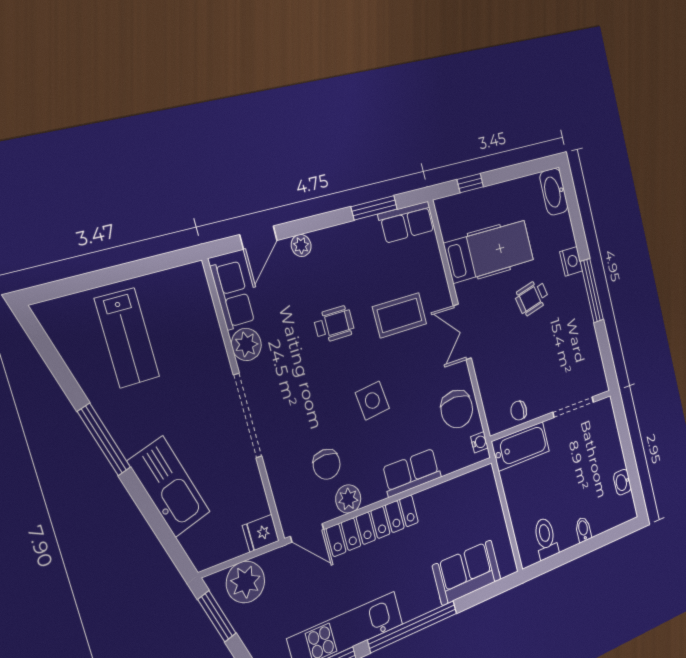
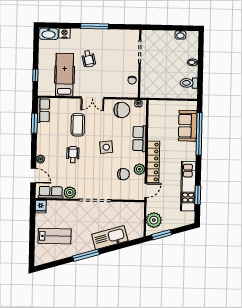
nightstand: (571, 261) -> (64, 33), moved
bathtub: (521, 446) -> (147, 84), removed
fridge: (261, 533) -> (41, 207), moved
window: (413, 626) -> (199, 134), moved

